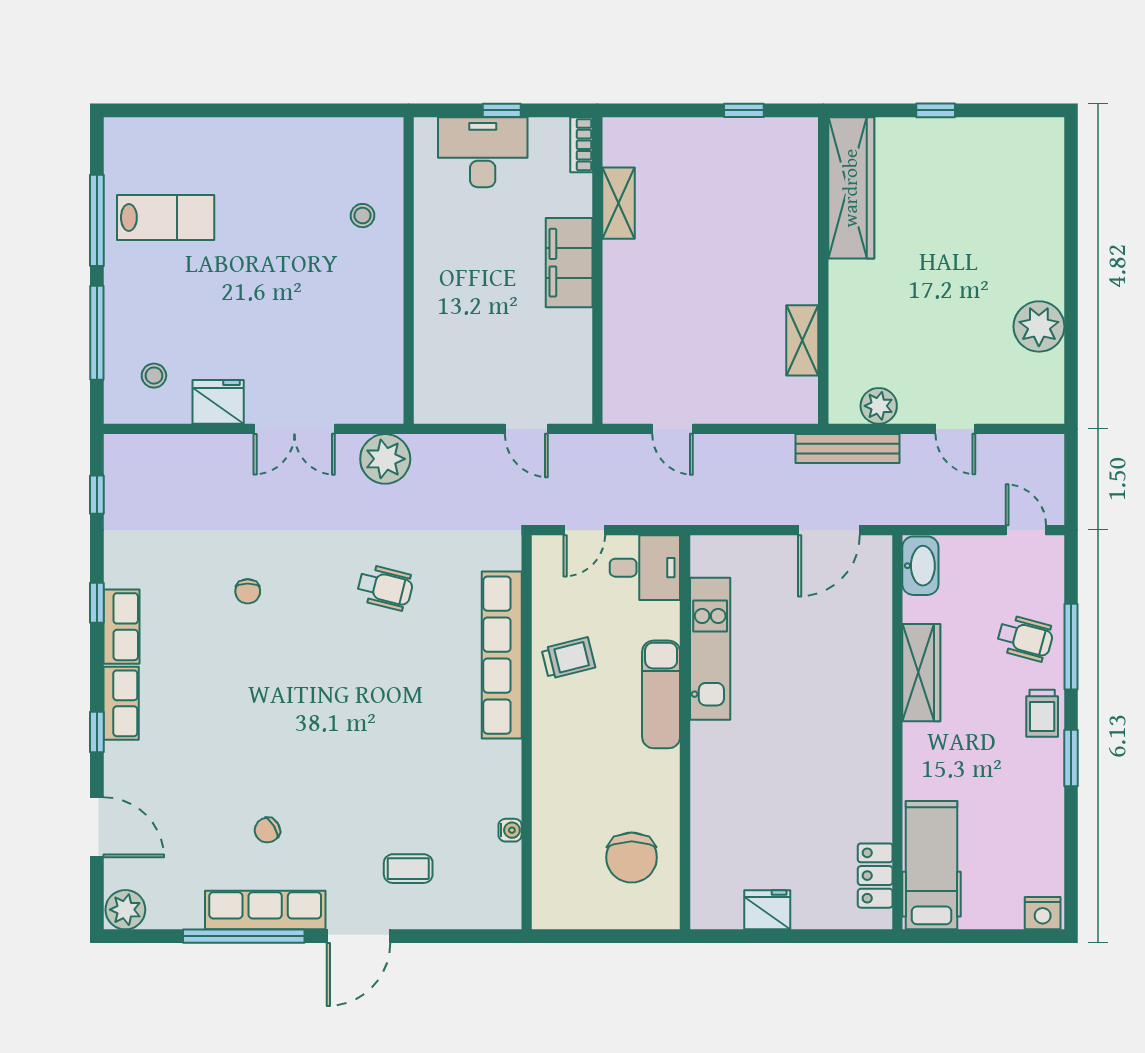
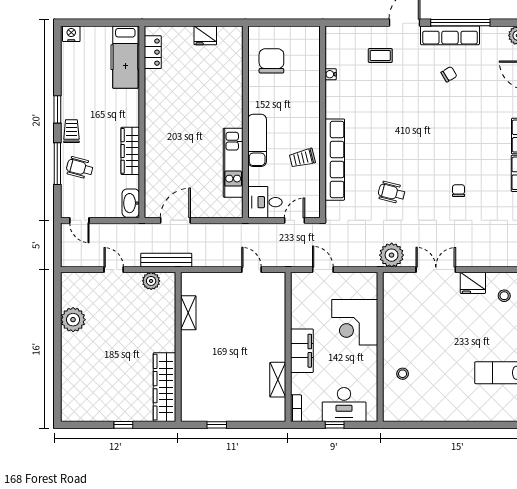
corner desk: (461, 321) -> (355, 322), added

